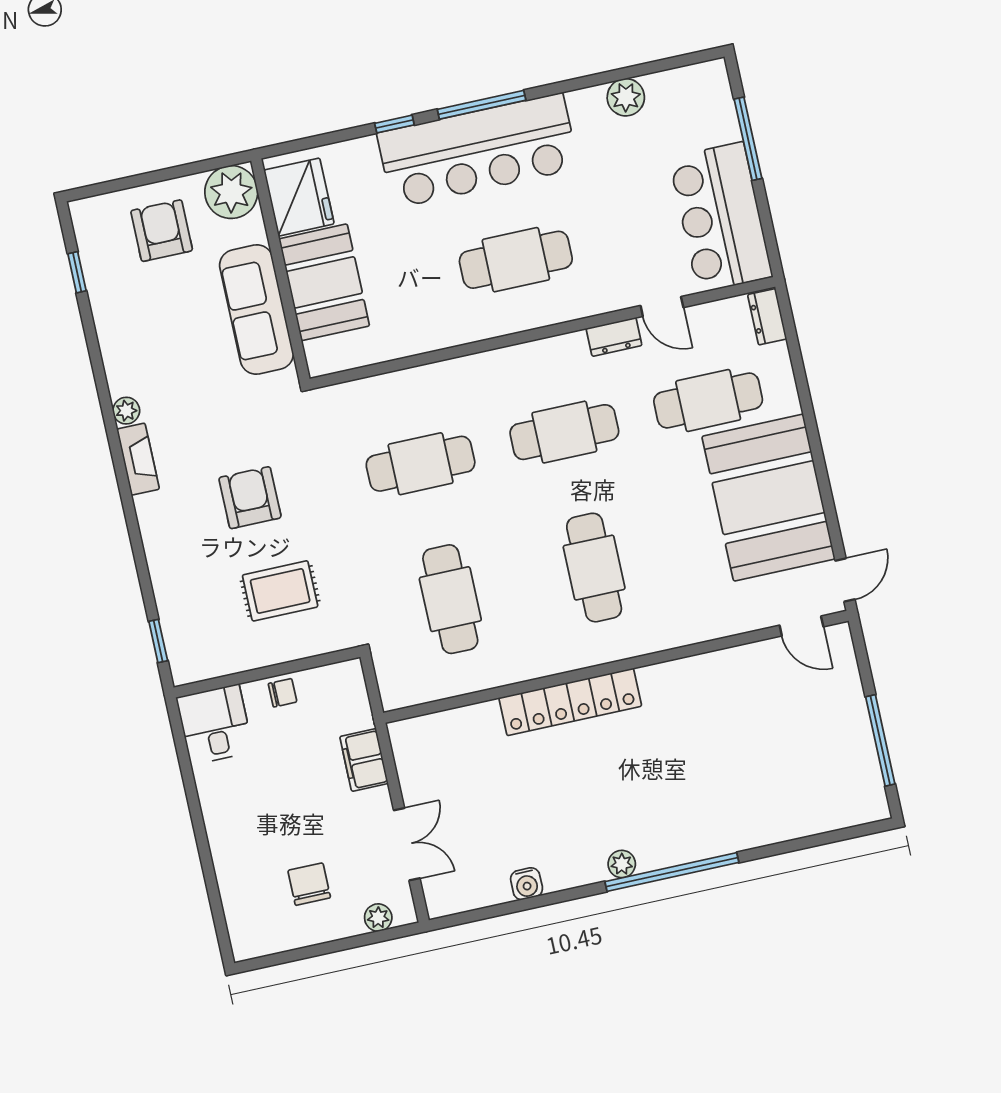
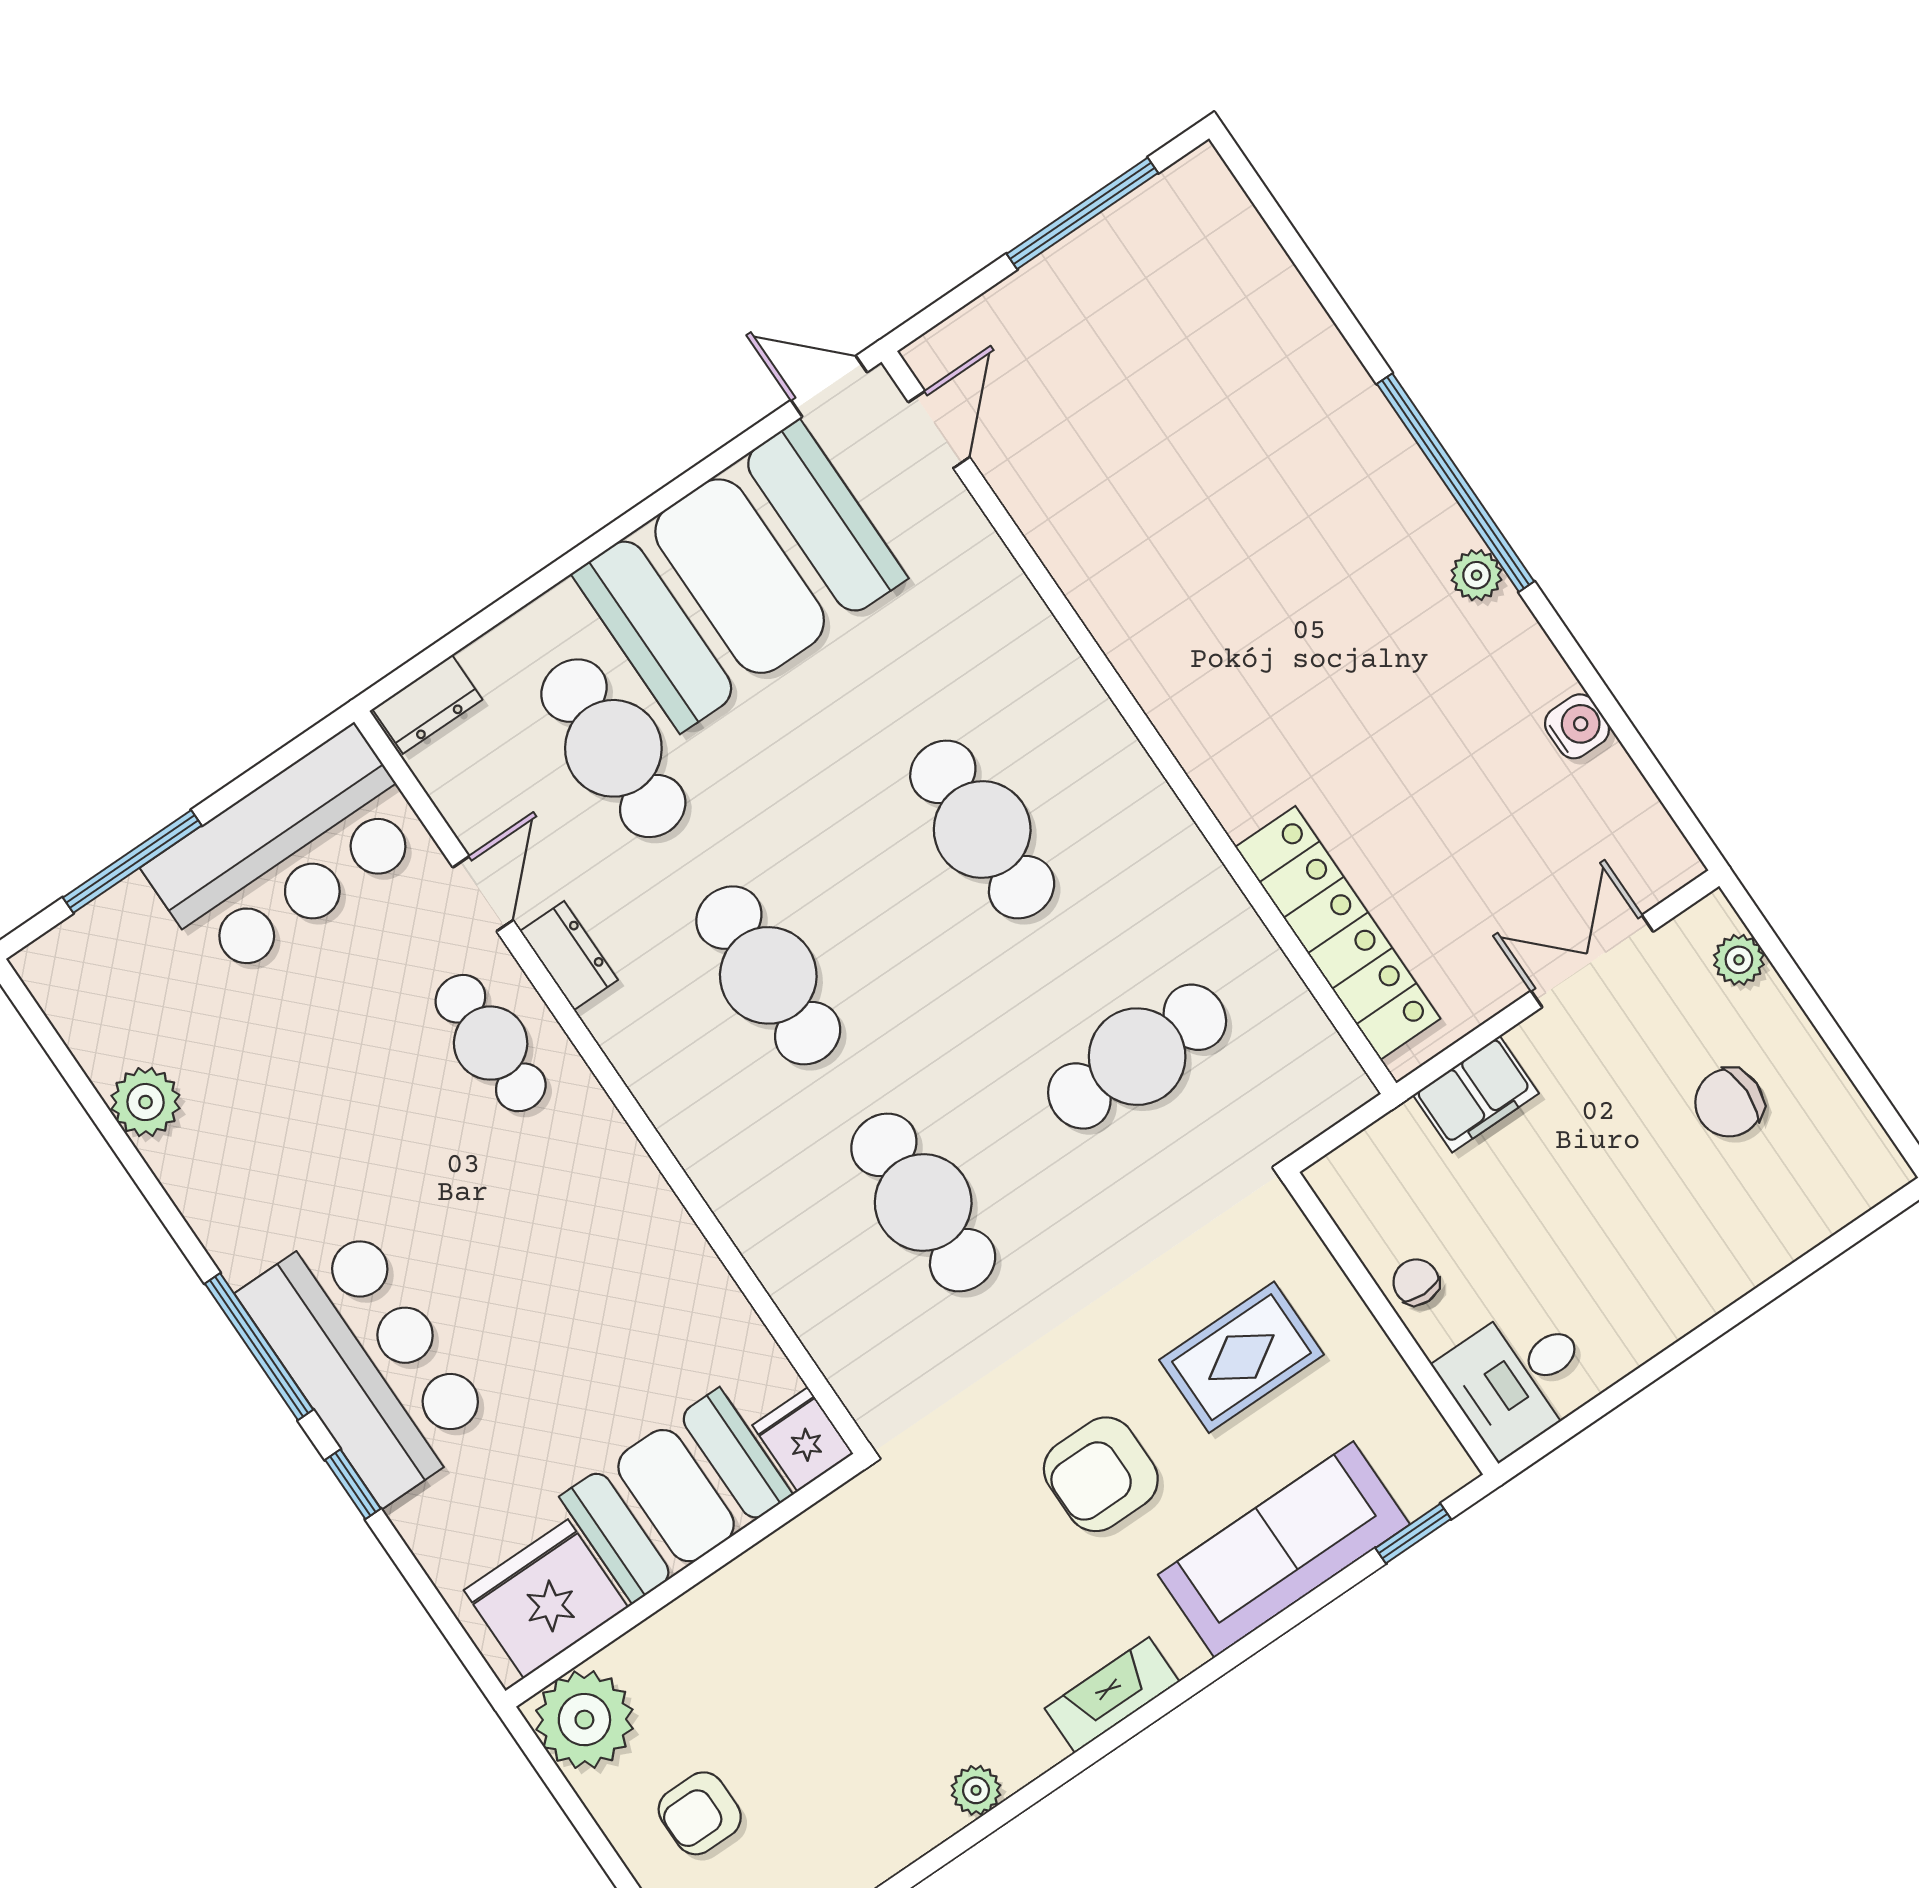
bar counter: (478, 151) -> (368, 1361), width x0.73
armchair: (162, 231) -> (700, 1813), width x0.72, depth x0.72
cafe table: (516, 260) -> (491, 1043), moved, width x0.73, depth x0.74
sofa: (257, 309) -> (1284, 1549), moved, turned 180
fridge: (327, 357) -> (803, 1439), added
plant: (126, 411) -> (976, 1790), moved
cafe table: (594, 568) -> (982, 829), turned 90
rug: (280, 591) -> (1241, 1357), turned 90
locker: (570, 702) -> (1338, 933), moved

